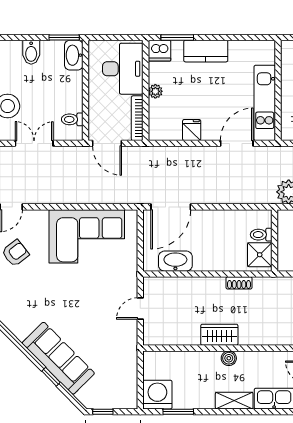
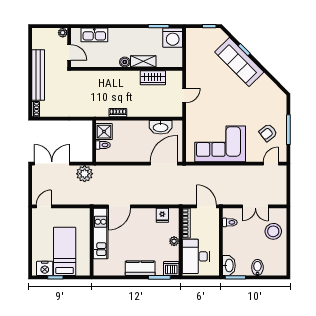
fridge: (192, 130) -> (162, 215), moved
wardrobe: (219, 335) -> (153, 78), moved
shelving: (234, 401) -> (143, 61), moved

